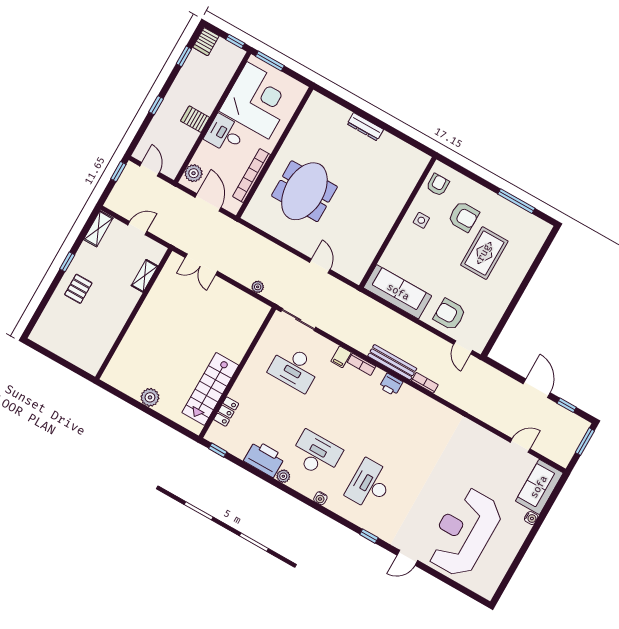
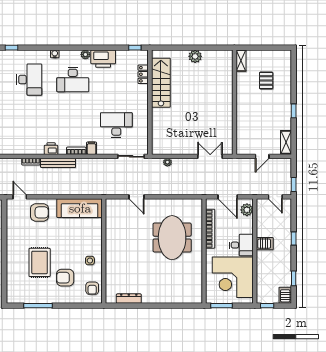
window: (270, 61) -> (221, 306), moved
dresser: (365, 127) -> (129, 299), moved
shelving: (145, 276) -> (241, 61), moved
pallet: (78, 289) -> (266, 80), moved

